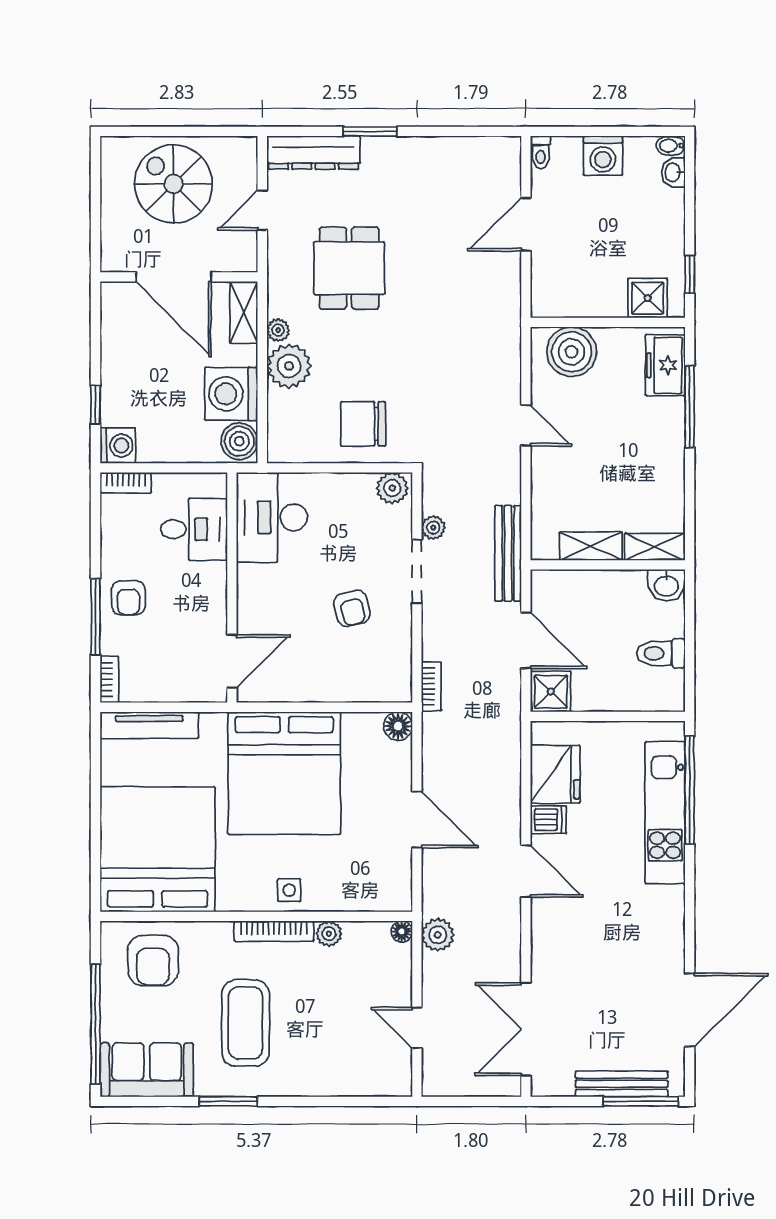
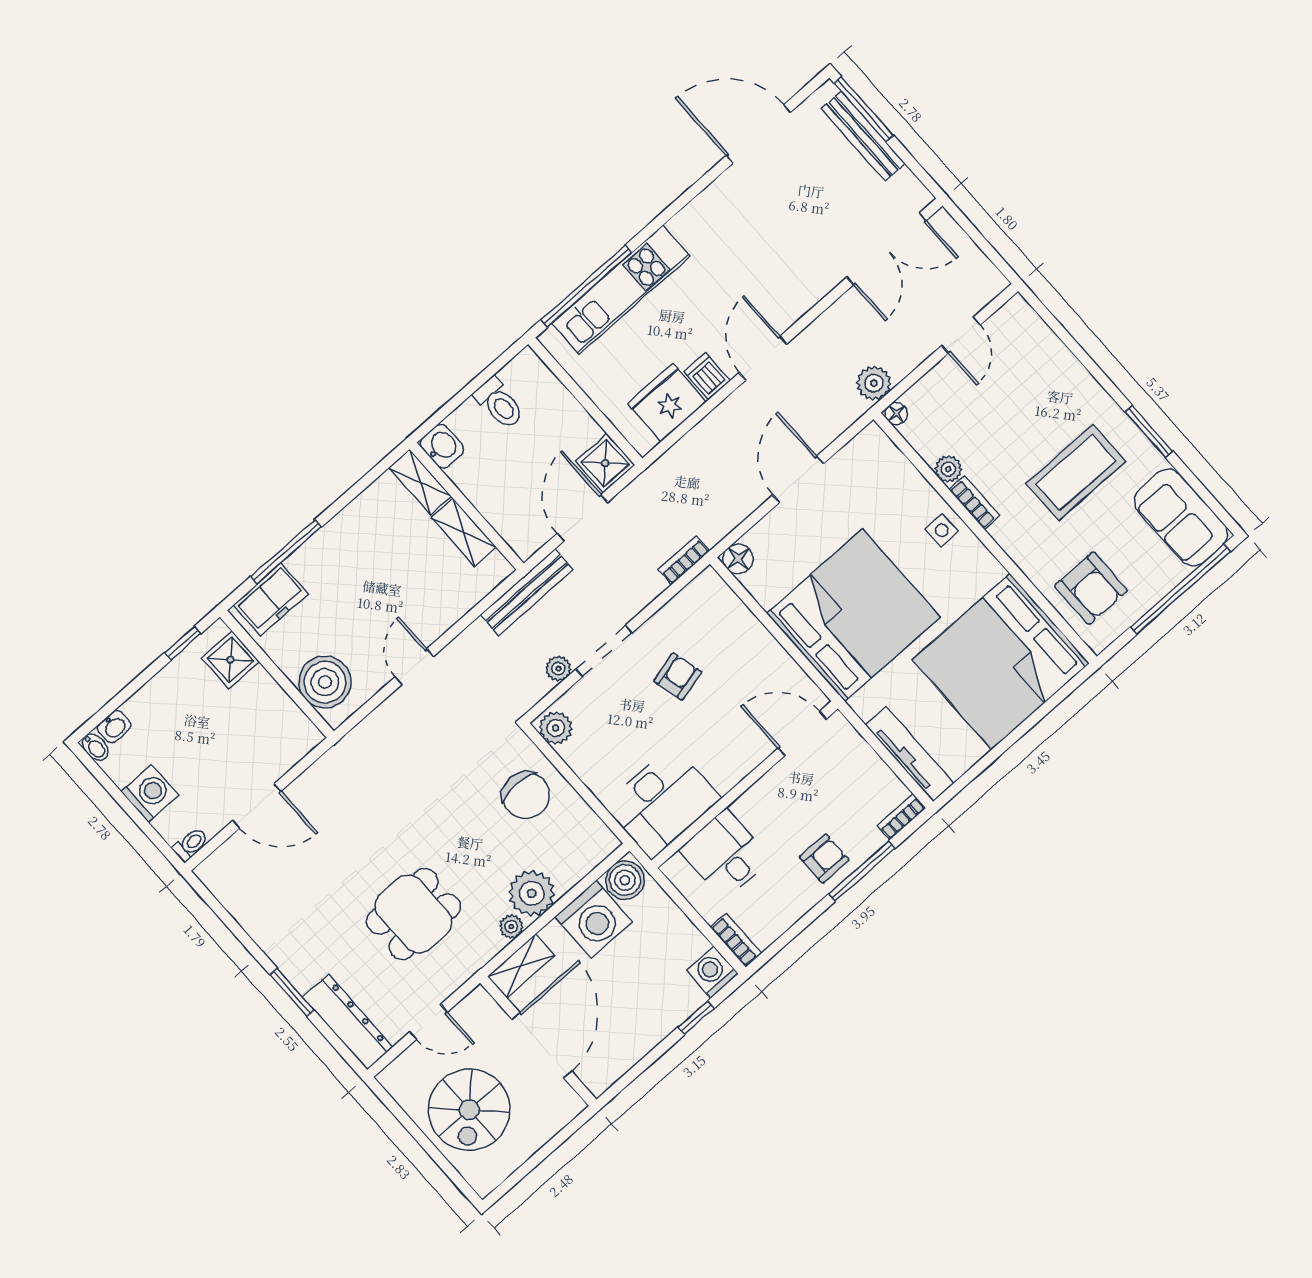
bookcase: (274, 931) -> (974, 503), width x0.64
armchair: (153, 961) -> (1091, 588), turned 90

